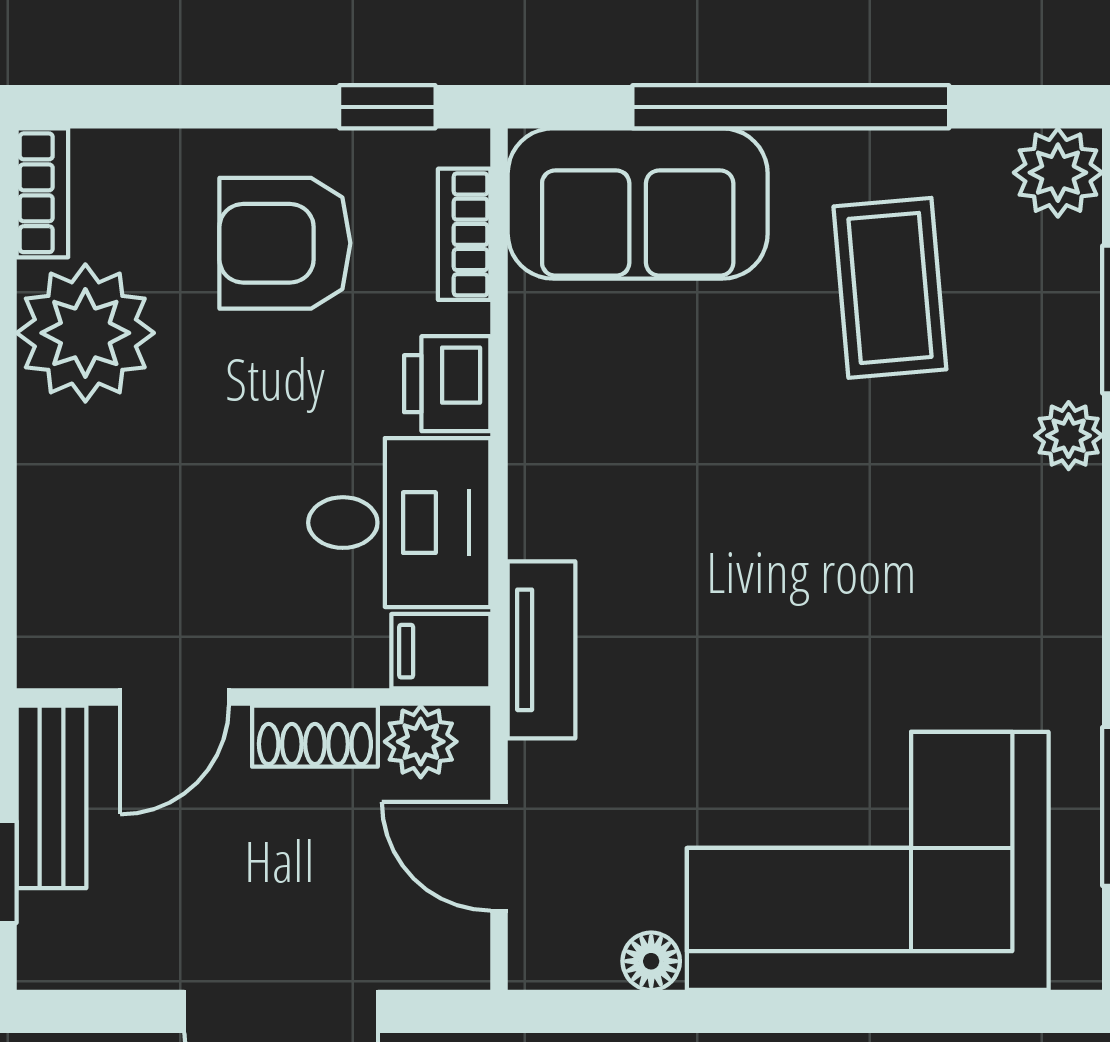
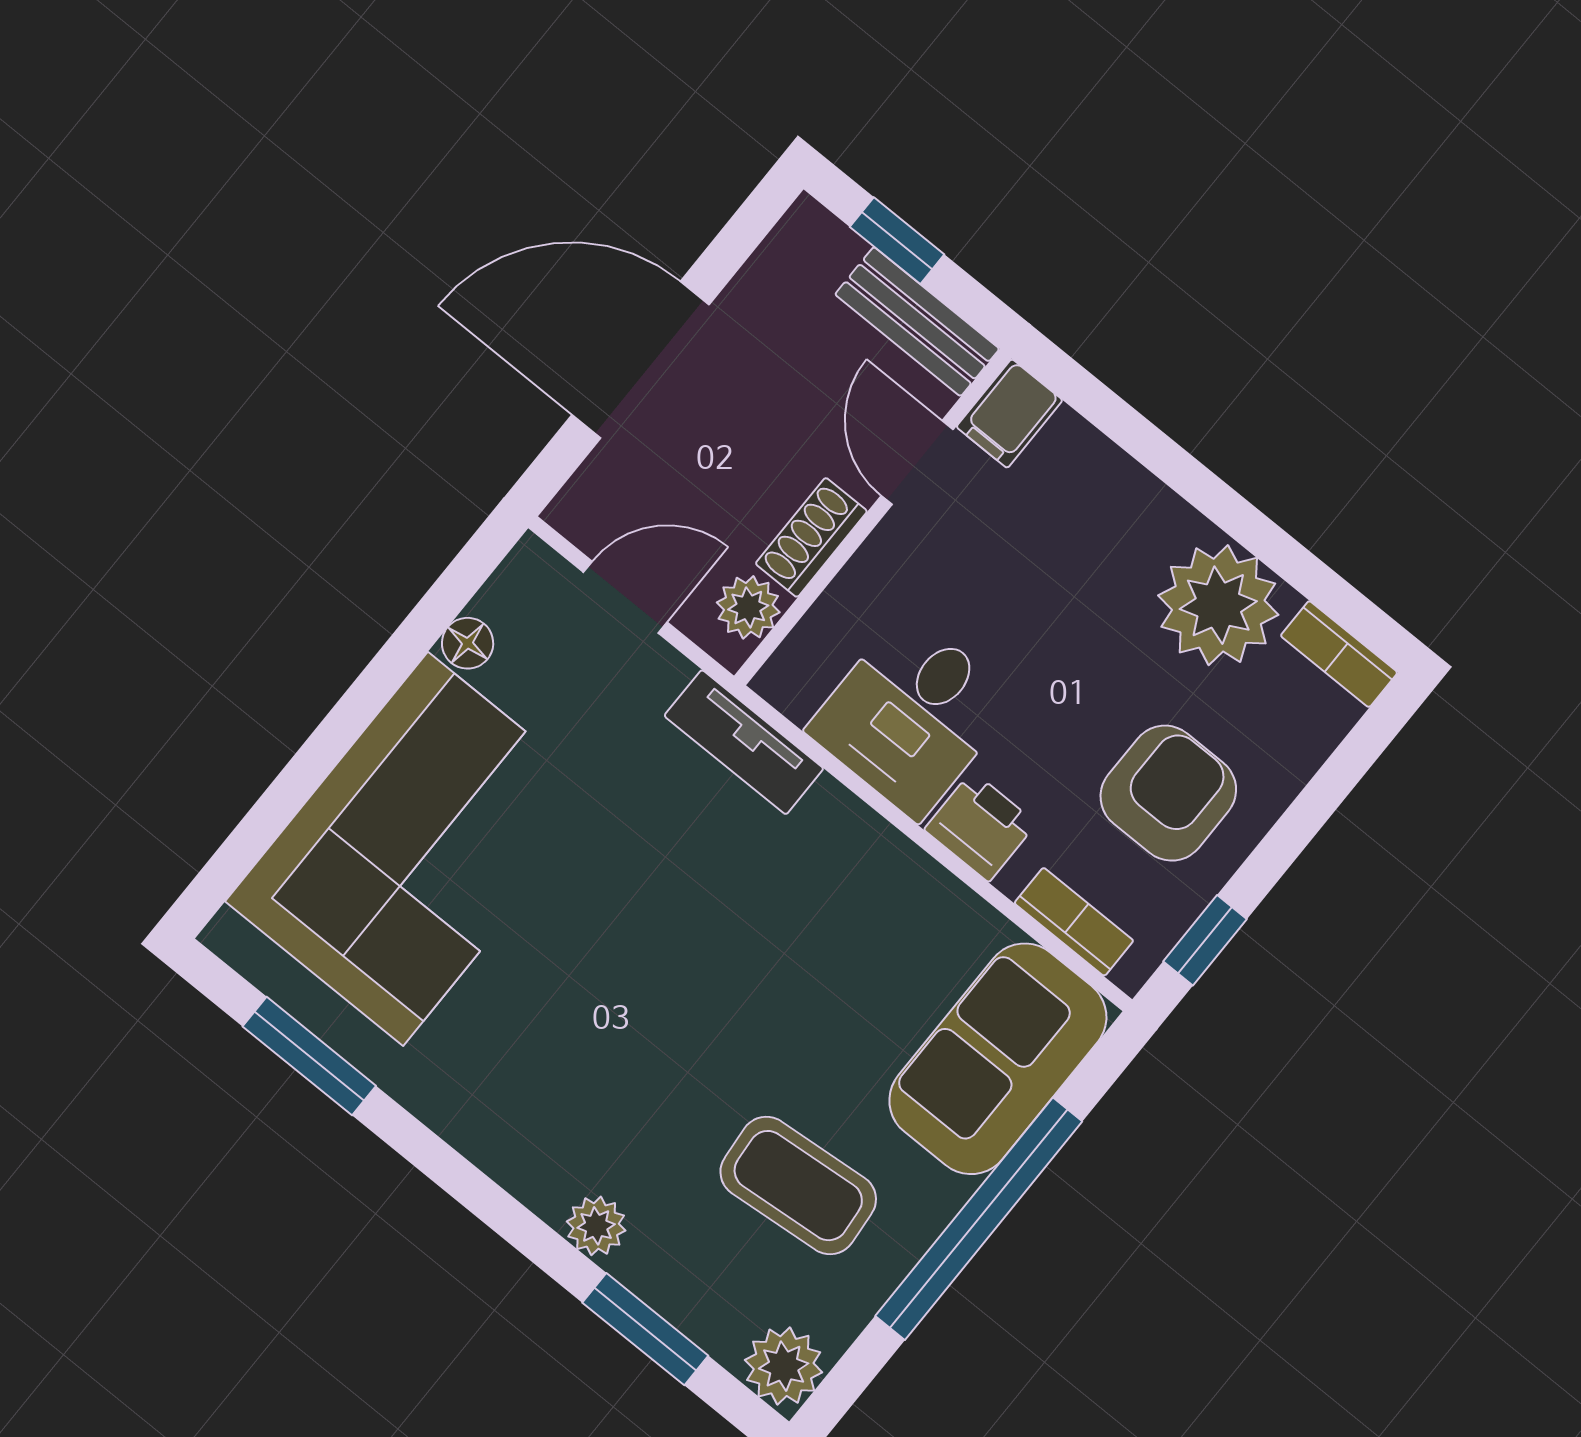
filing cabinet: (441, 651) -> (1009, 414), moved, turned 180

